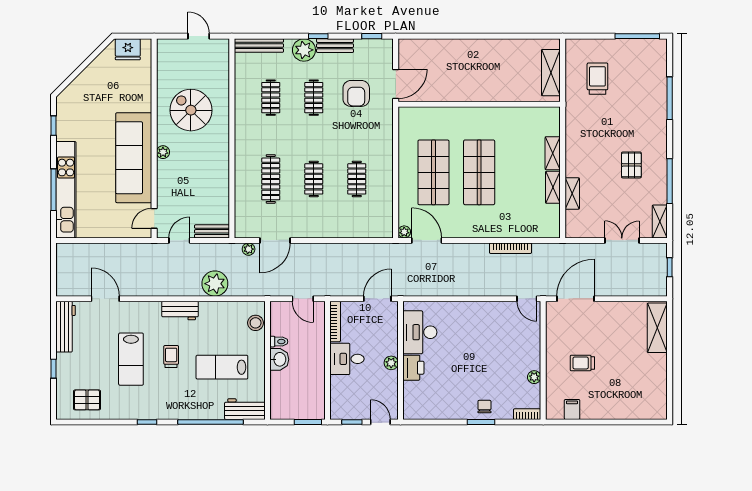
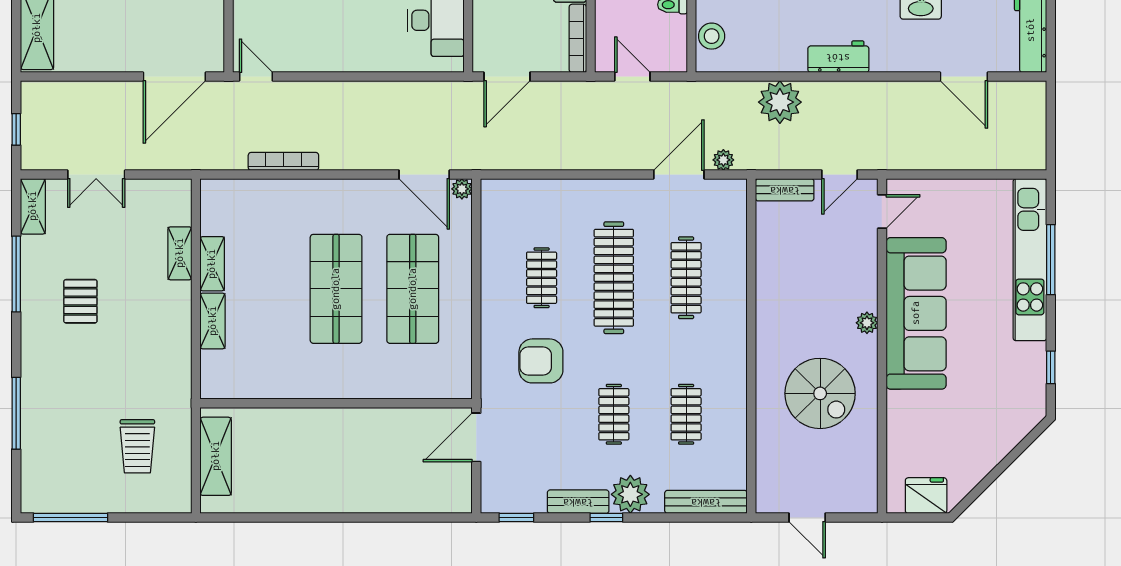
armchair: (356, 93) -> (541, 361), moved, turned -90
clothes rail: (314, 179) -> (614, 278), width x1.86, depth x1.31

